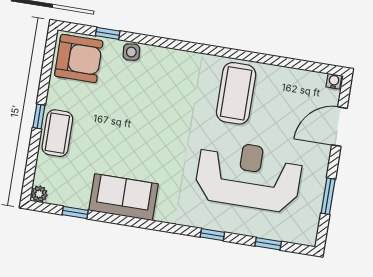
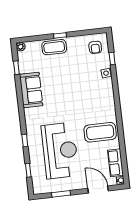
armchair: (79, 58) -> (95, 47), width x0.53, depth x0.53
row of seats: (299, 81) -> (115, 163), added

